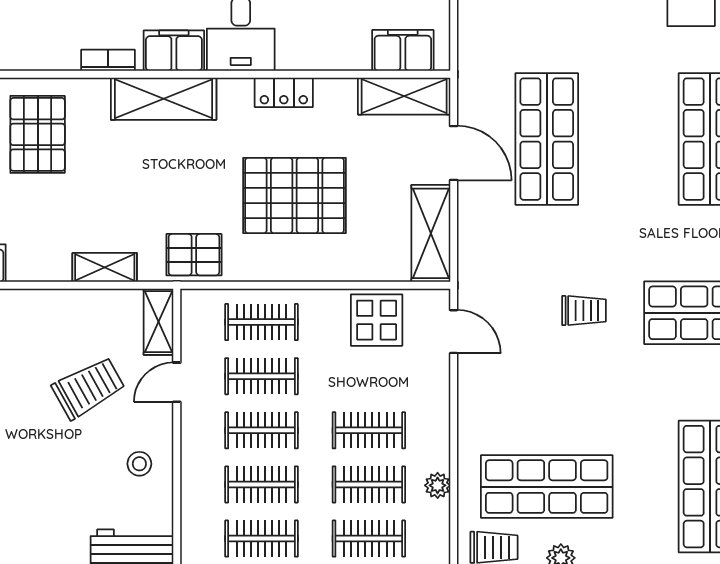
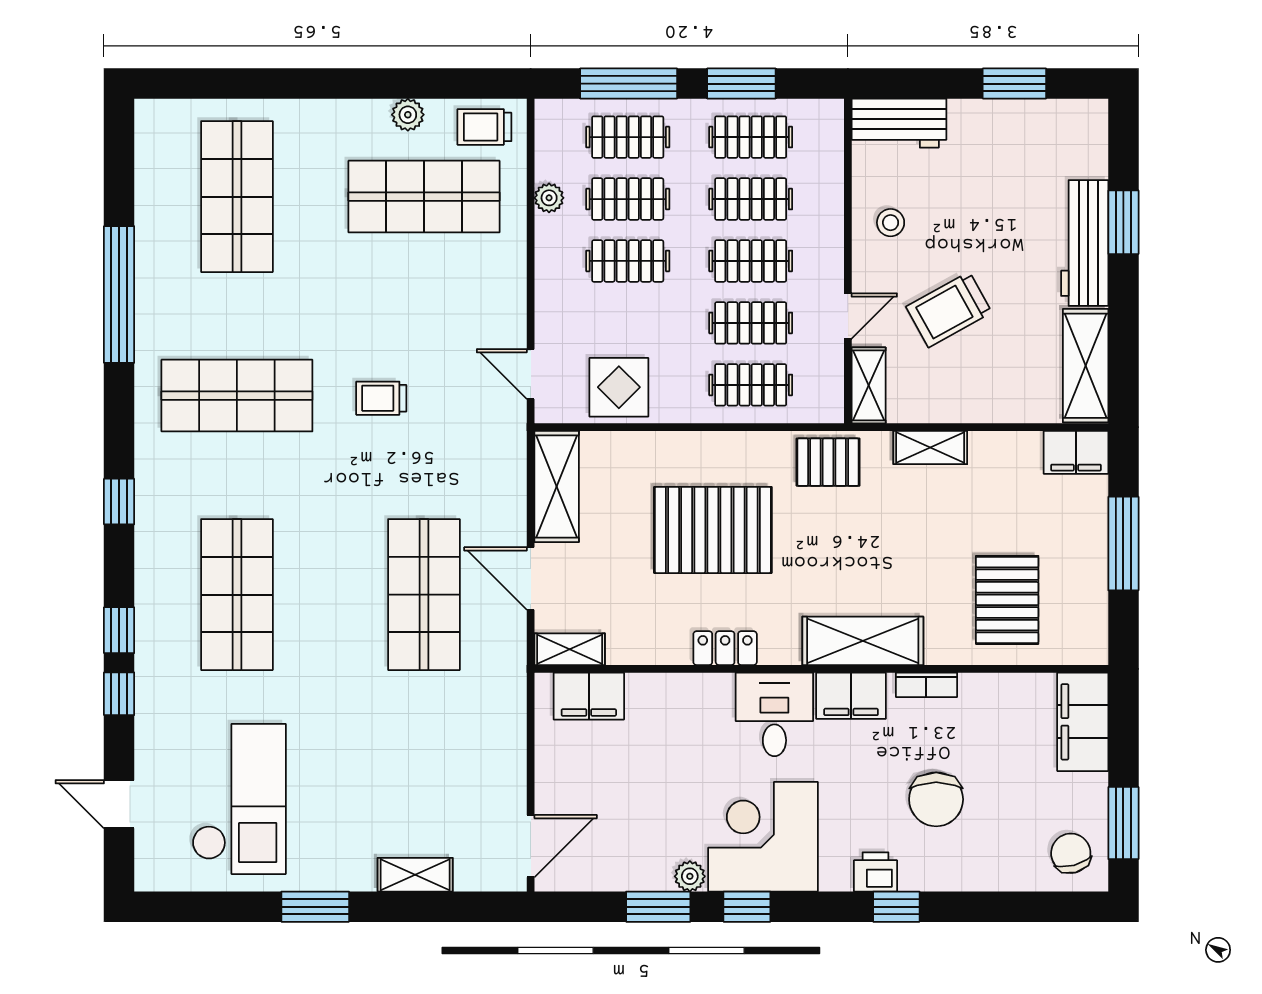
shelving: (404, 96) -> (570, 649), width x0.67, depth x0.75

